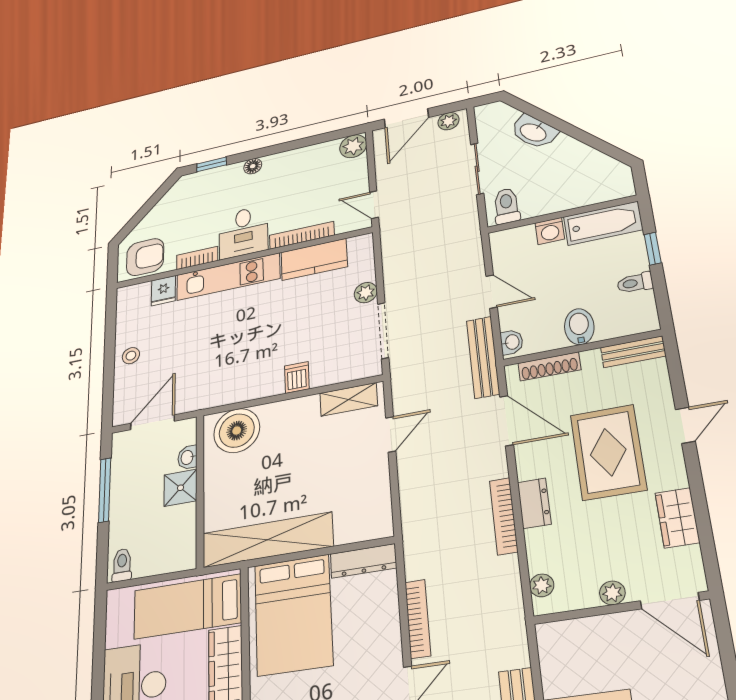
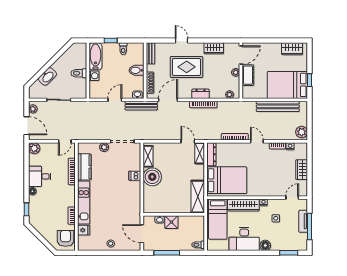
toilet: (506, 206) -> (79, 73), moved
desk: (243, 232) -> (40, 176), moved, turned 180
boiler: (237, 431) -> (152, 177), moved
door: (391, 434) -> (188, 141), moved
shelving: (364, 529) -> (200, 153), added
shelving: (267, 540) -> (198, 197), width x0.68
cot: (609, 631) -> (248, 75), added

